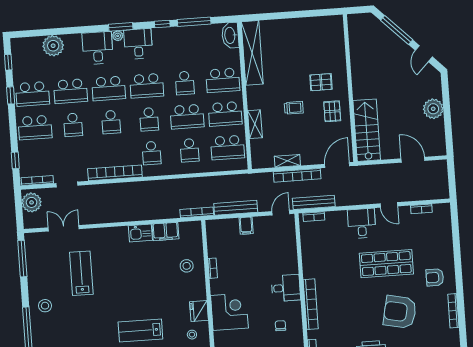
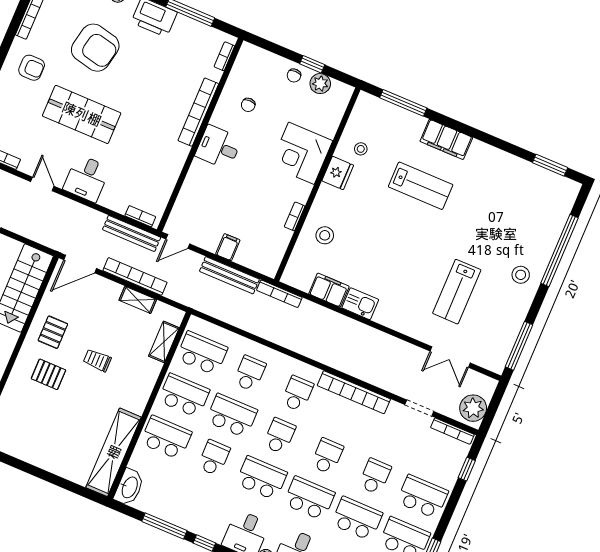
shelving: (255, 124) -> (164, 342), moved

